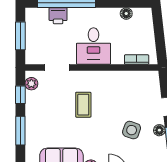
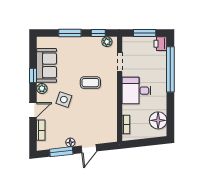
floor lamp: (126, 14) -> (158, 120), width x1.89, depth x1.89
printer: (58, 16) -> (160, 44), moved
side table: (132, 130) -> (64, 100), moved

